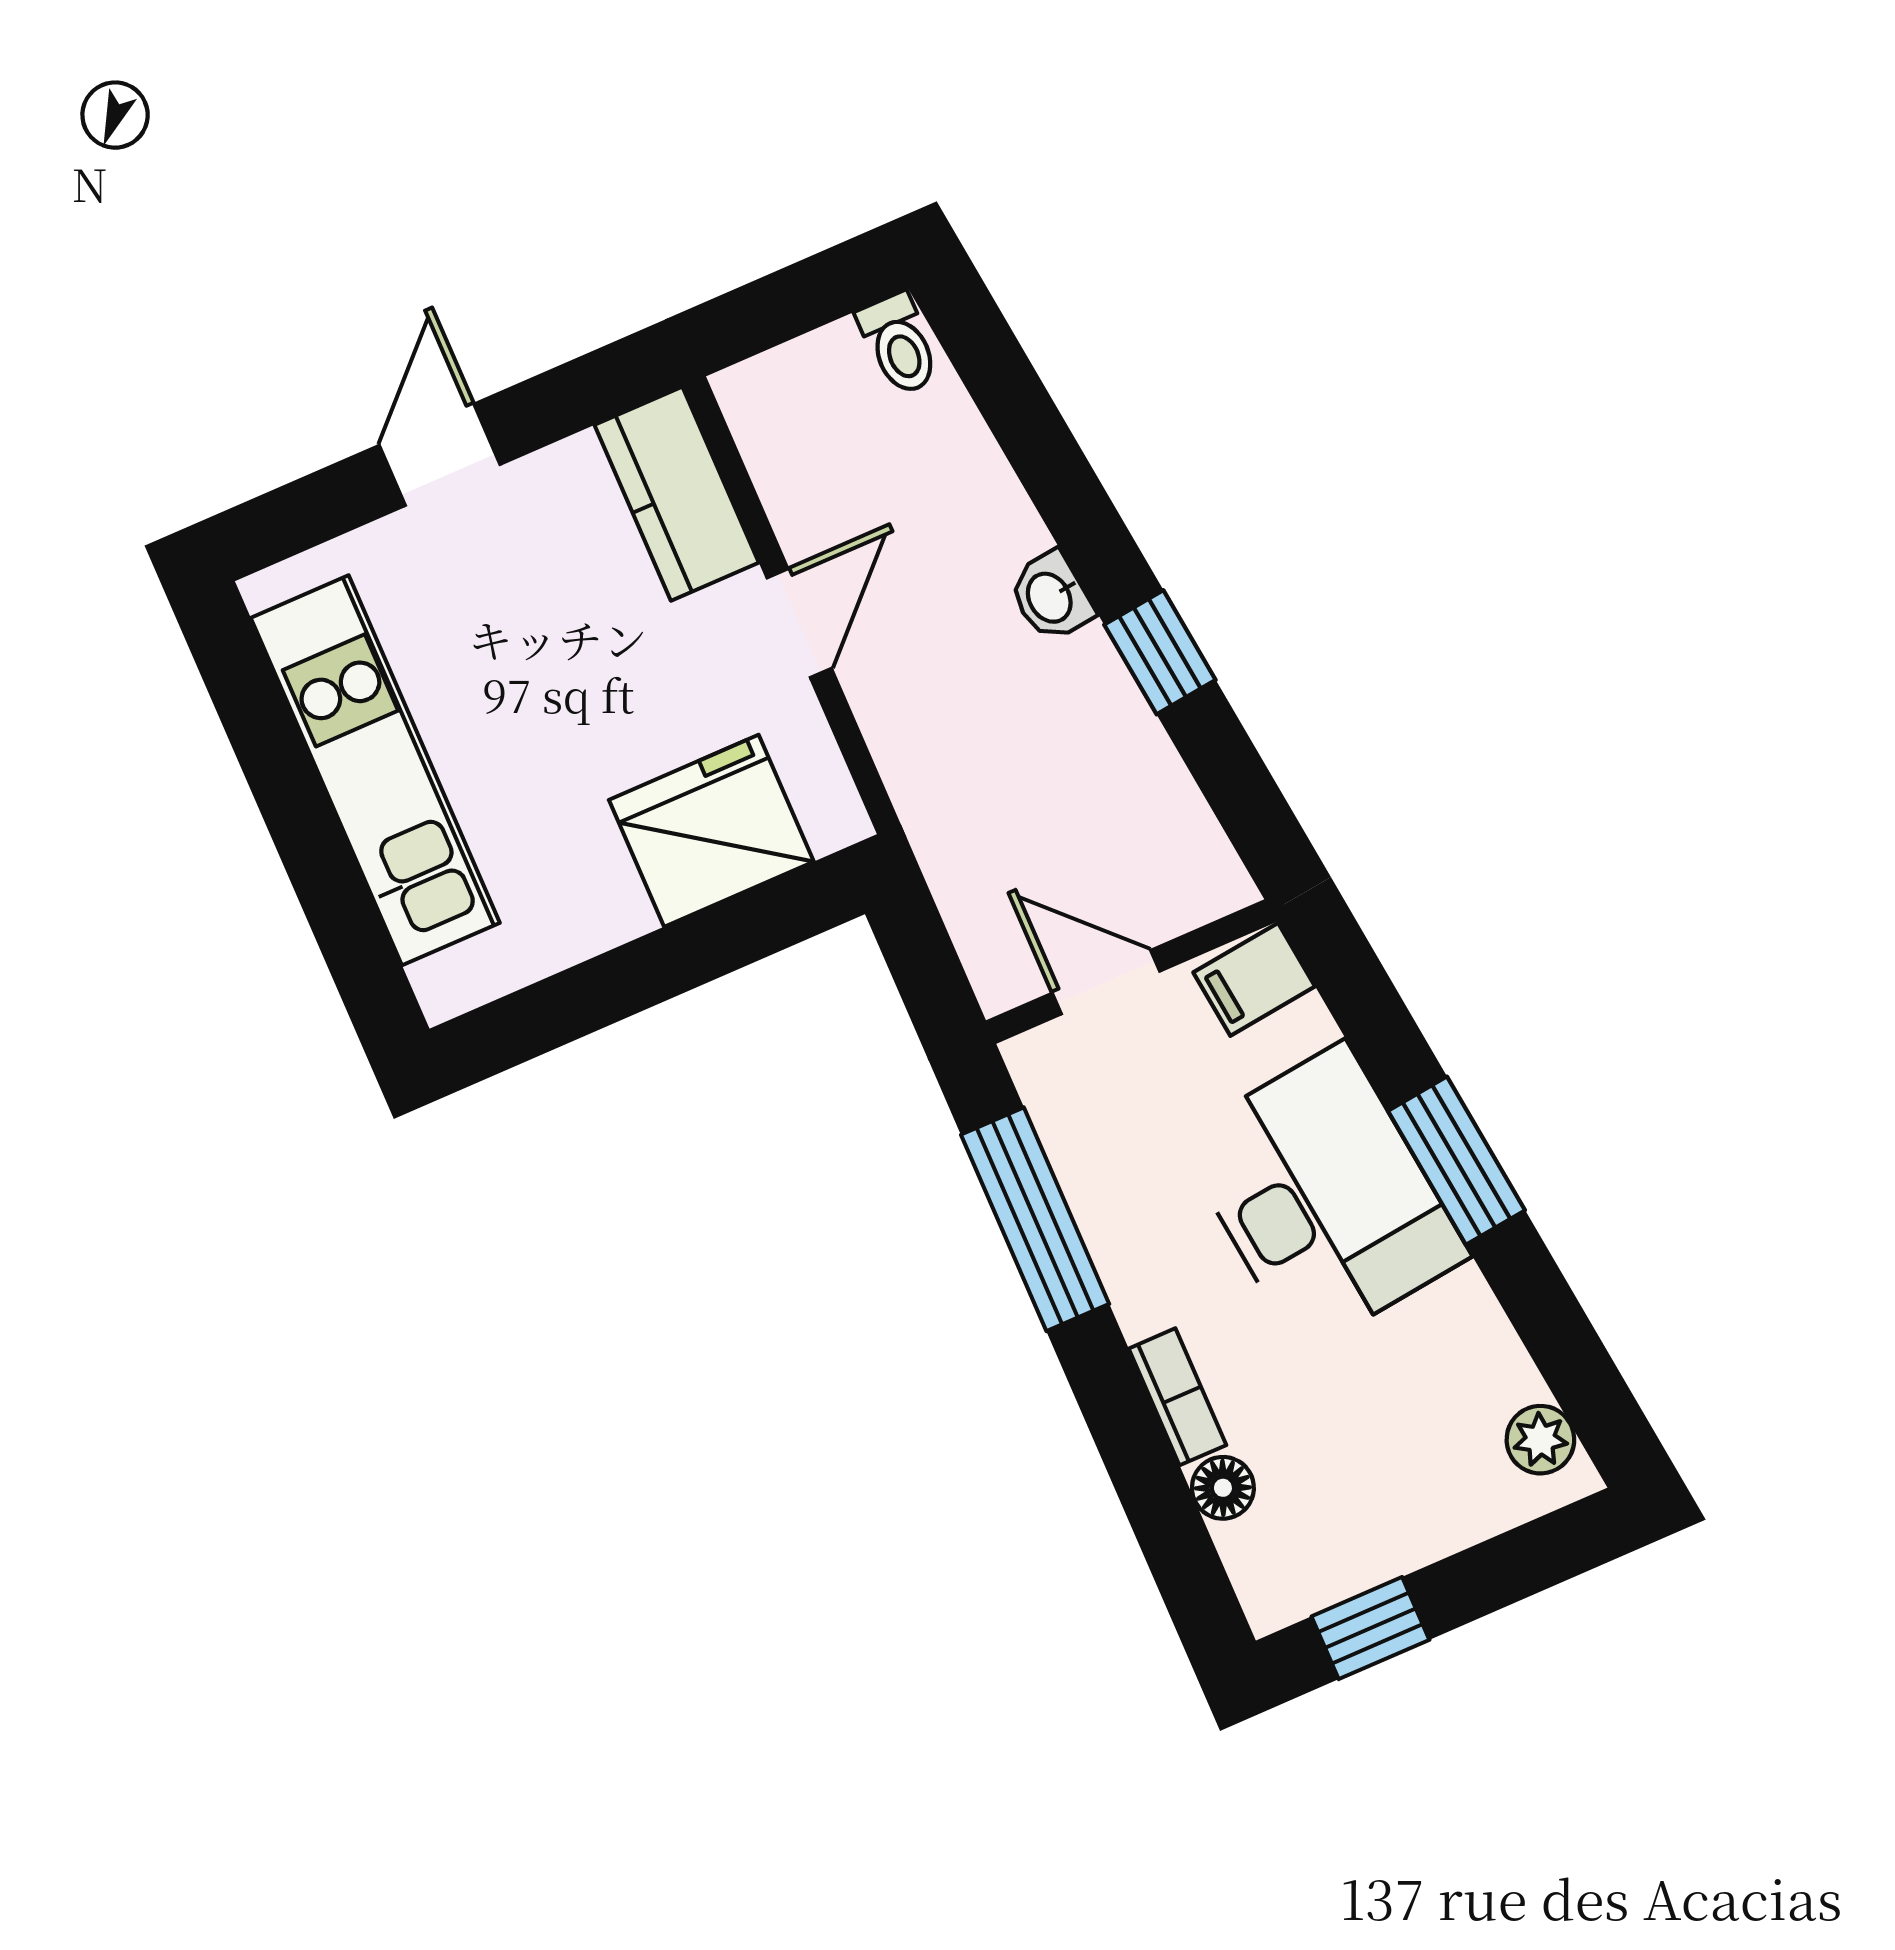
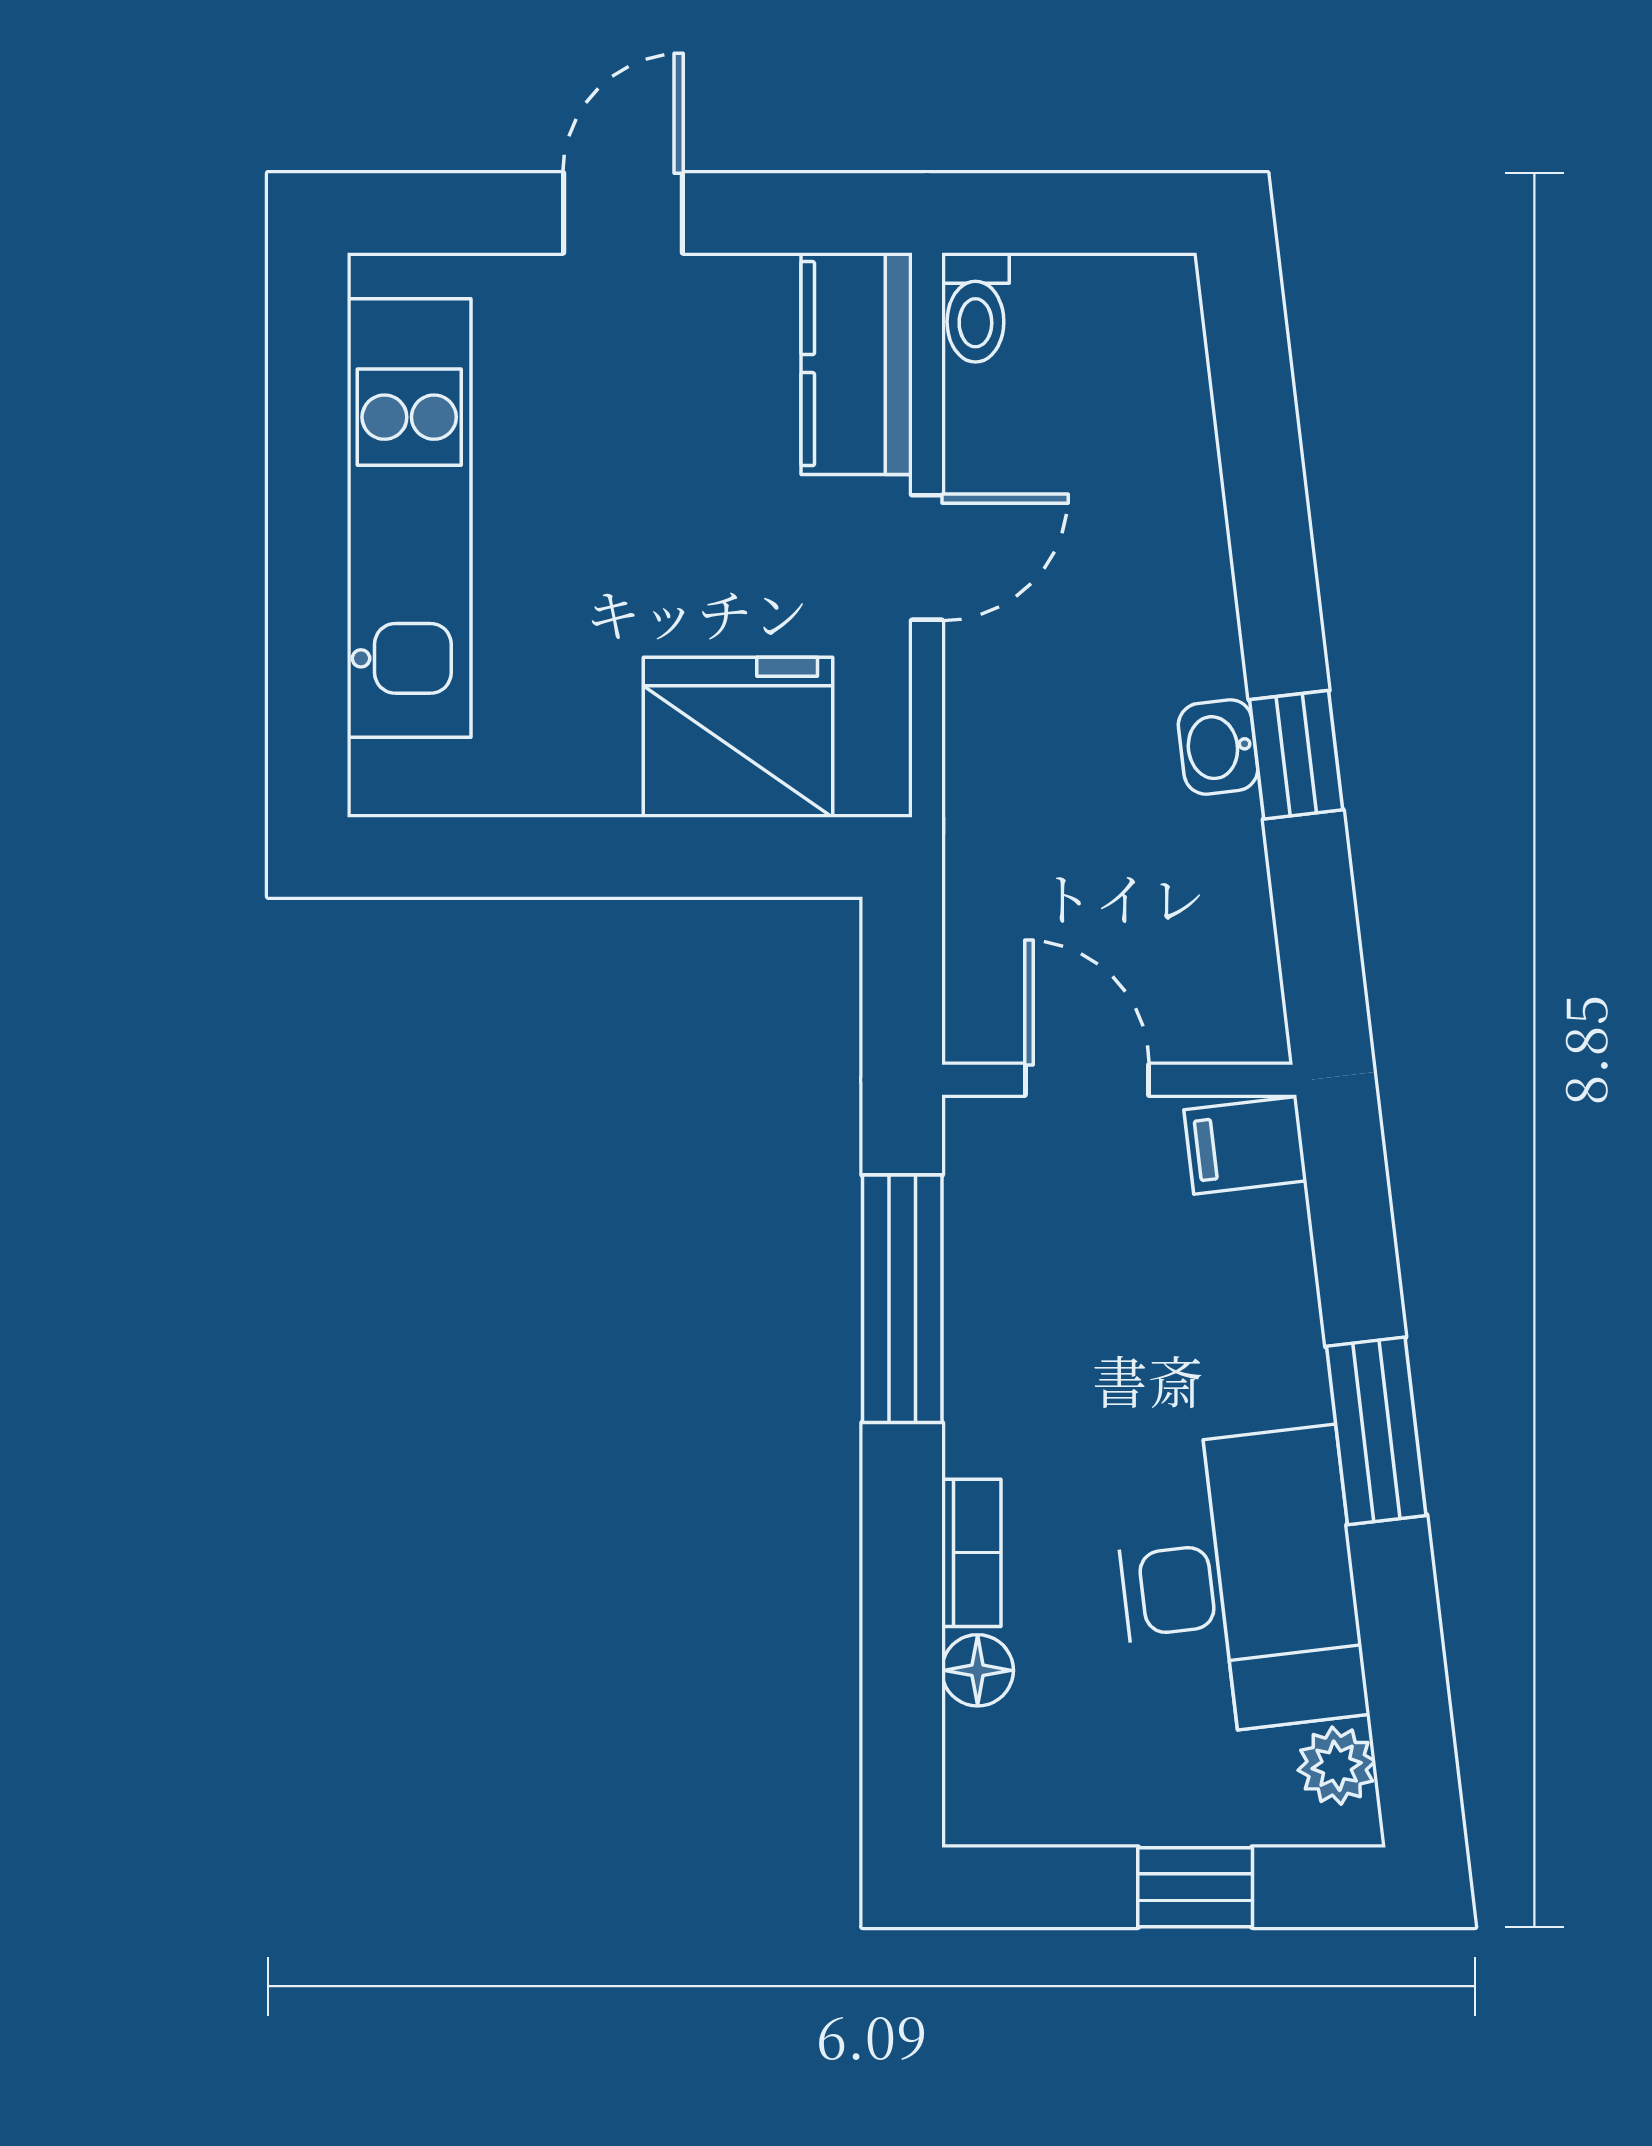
toilet: (899, 344) -> (975, 307), moved
washbasin: (1051, 597) -> (1218, 747), moved
desk: (1323, 1197) -> (1239, 1583), moved
window: (1370, 1628) -> (1195, 1887), moved

